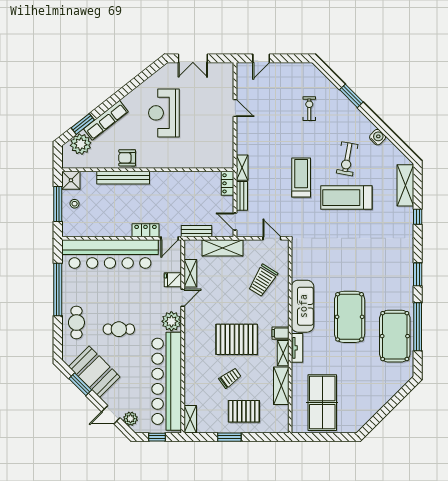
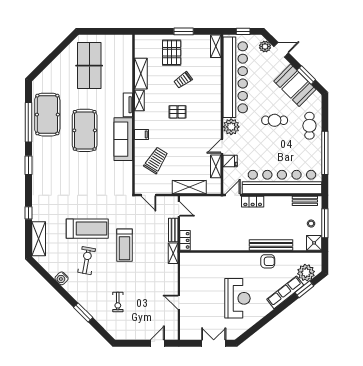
bench: (196, 231) -> (305, 201), moved
filing cabinet: (281, 333) -> (141, 134), moved
pallet: (237, 339) -> (178, 112), width x0.49, depth x0.50
table tennis table: (322, 403) -> (89, 66), moved
pallet: (244, 411) -> (172, 53), turned 90

